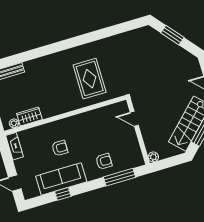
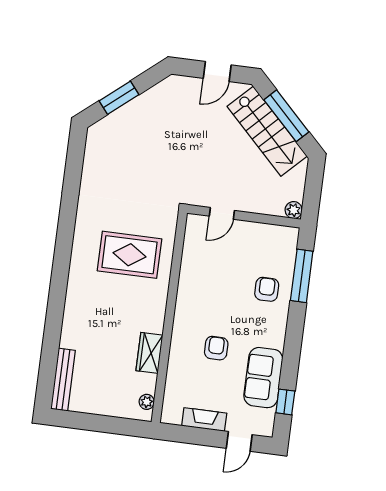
wardrobe: (29, 116) -> (149, 353), moved
fireplace: (14, 146) -> (204, 419), moved
sofa: (61, 179) -> (263, 378), width x0.73
window: (63, 194) -> (285, 402), moved

